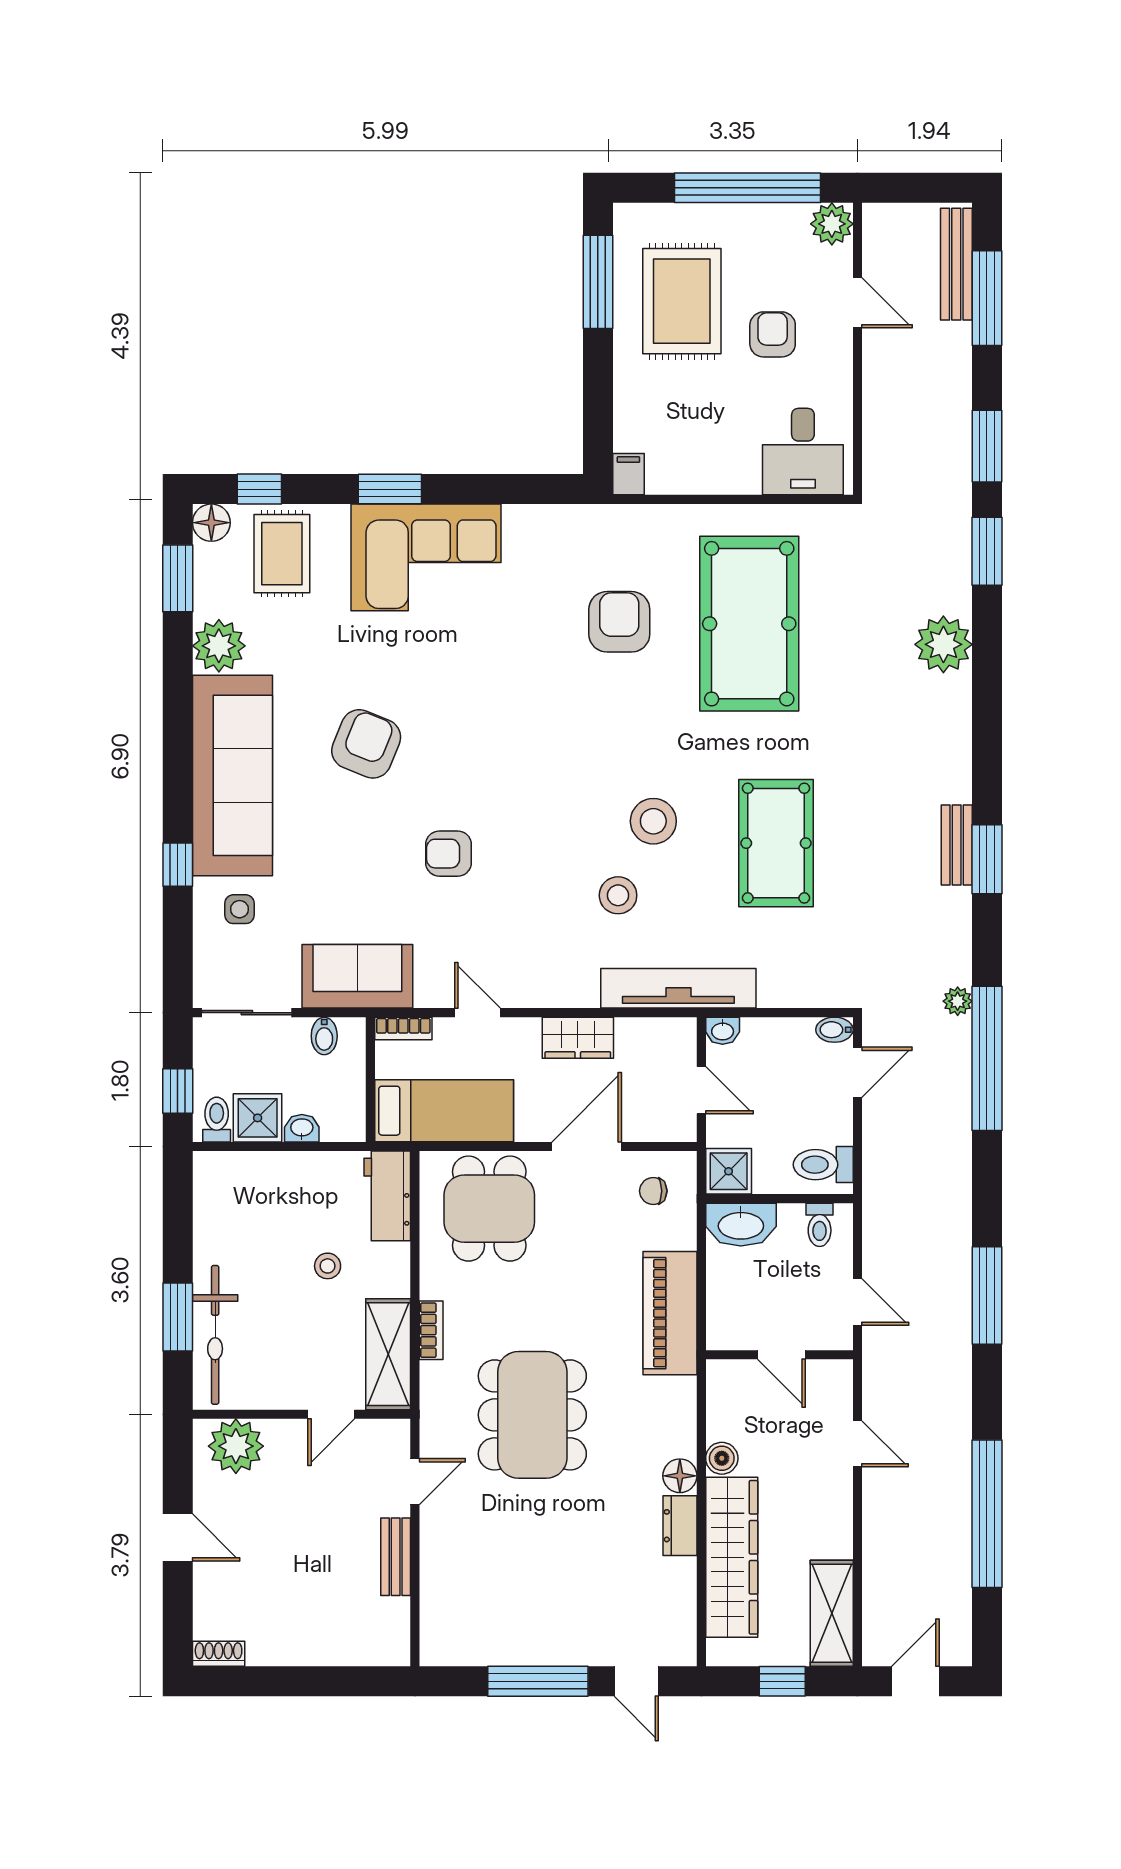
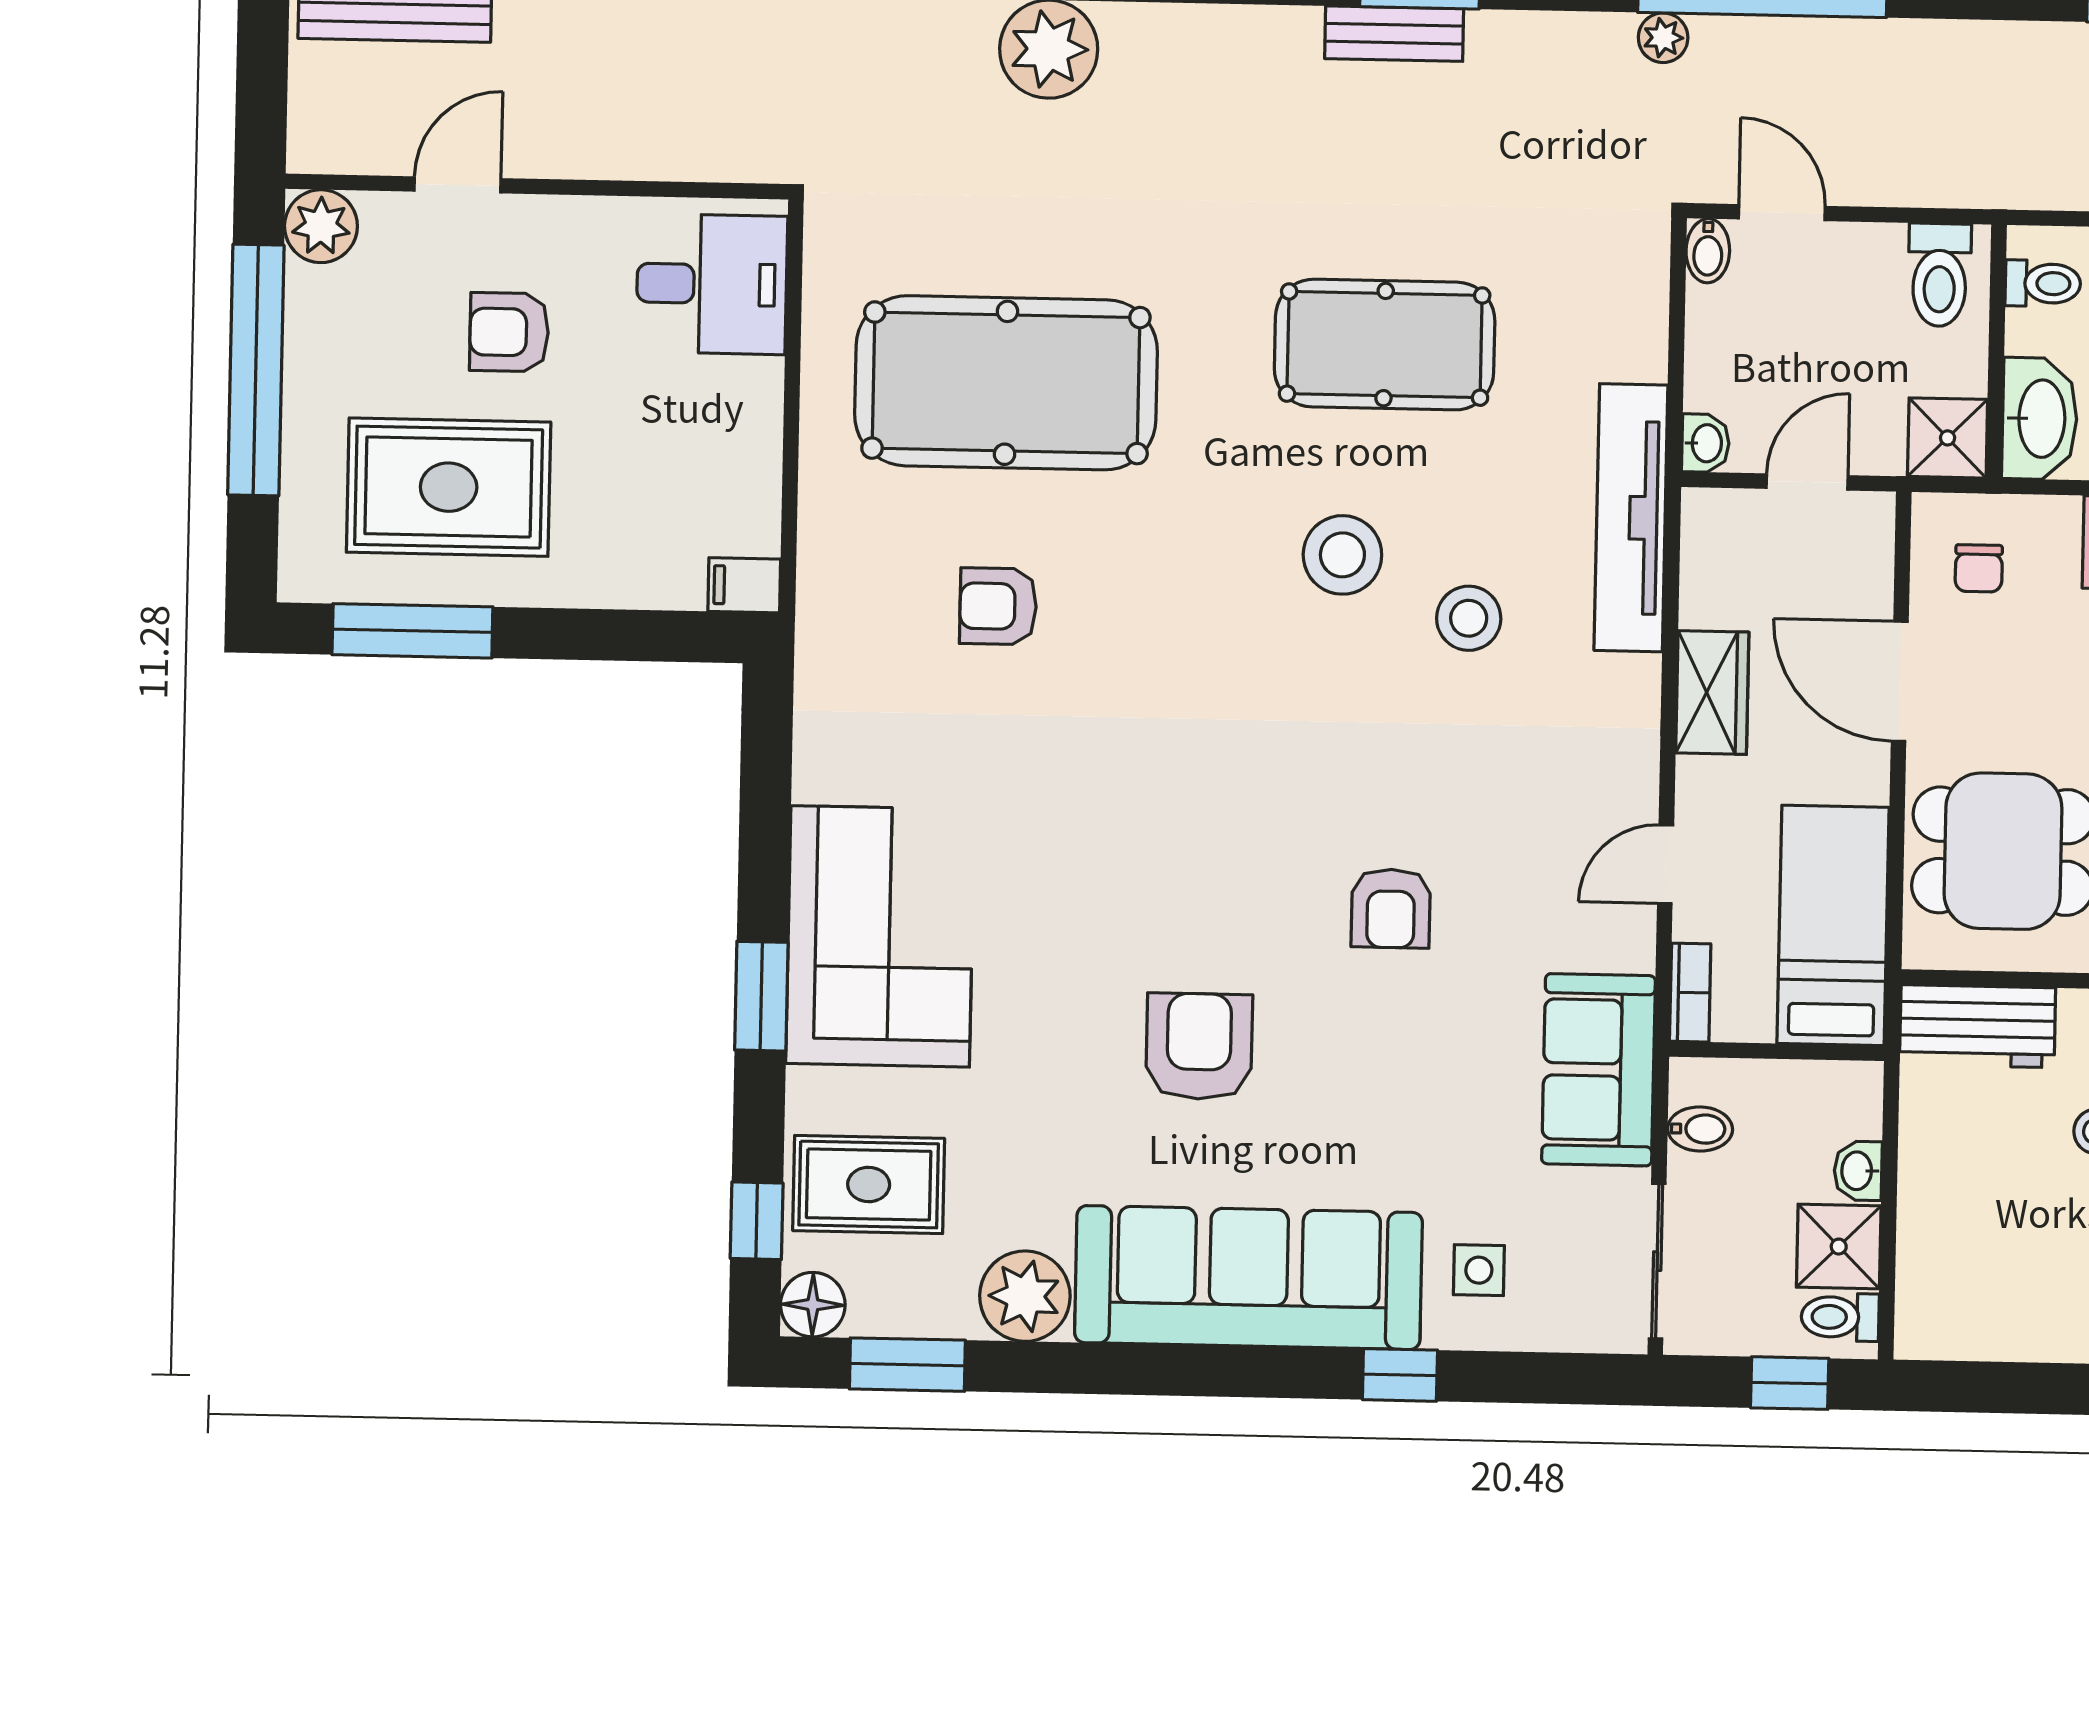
armchair: (619, 622) -> (998, 606), width x0.72, depth x0.72
armchair: (366, 744) -> (1199, 1046), turned 68

